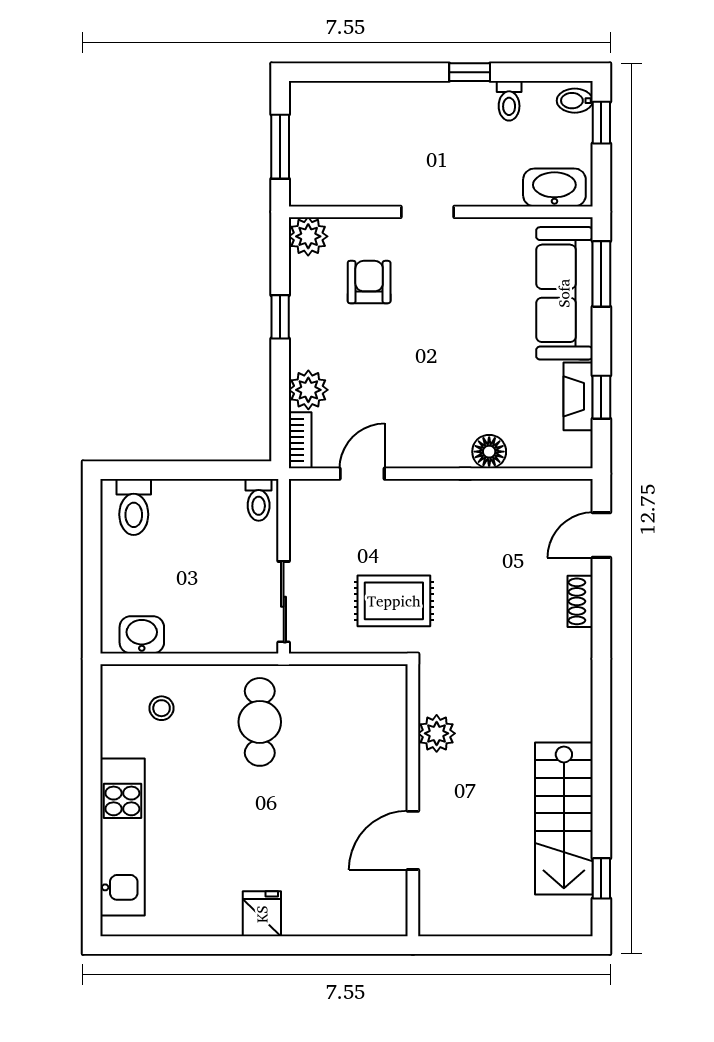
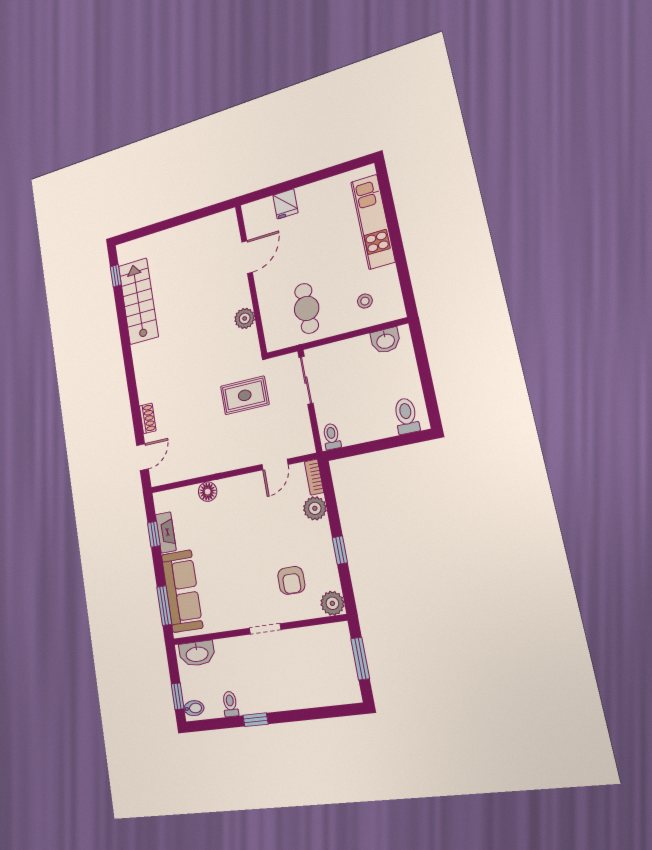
plant: (437, 733) -> (245, 318), moved
wall: (413, 800) -> (251, 279), moved
door: (413, 840) -> (247, 257), moved

